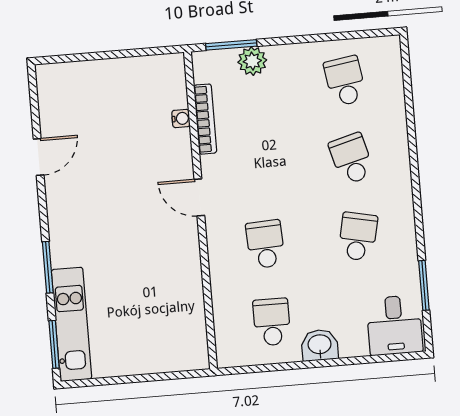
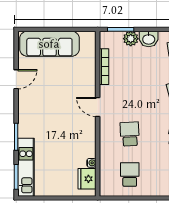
sofa: (97, 84) -> (49, 44), added
water cooler: (181, 118) -> (91, 163), moved
fridge: (190, 337) -> (87, 179), added
washbasin: (320, 345) -> (149, 39), moved, turned 180

